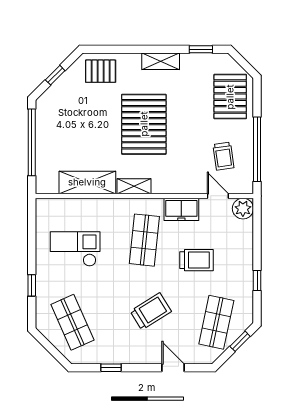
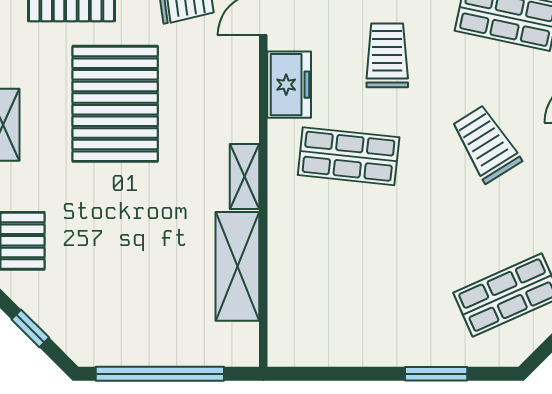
pallet: (144, 124) -> (115, 104), moved, turned 90
checkout: (75, 249) -> (366, 290), removed
window: (32, 285) -> (436, 374), width x1.50

